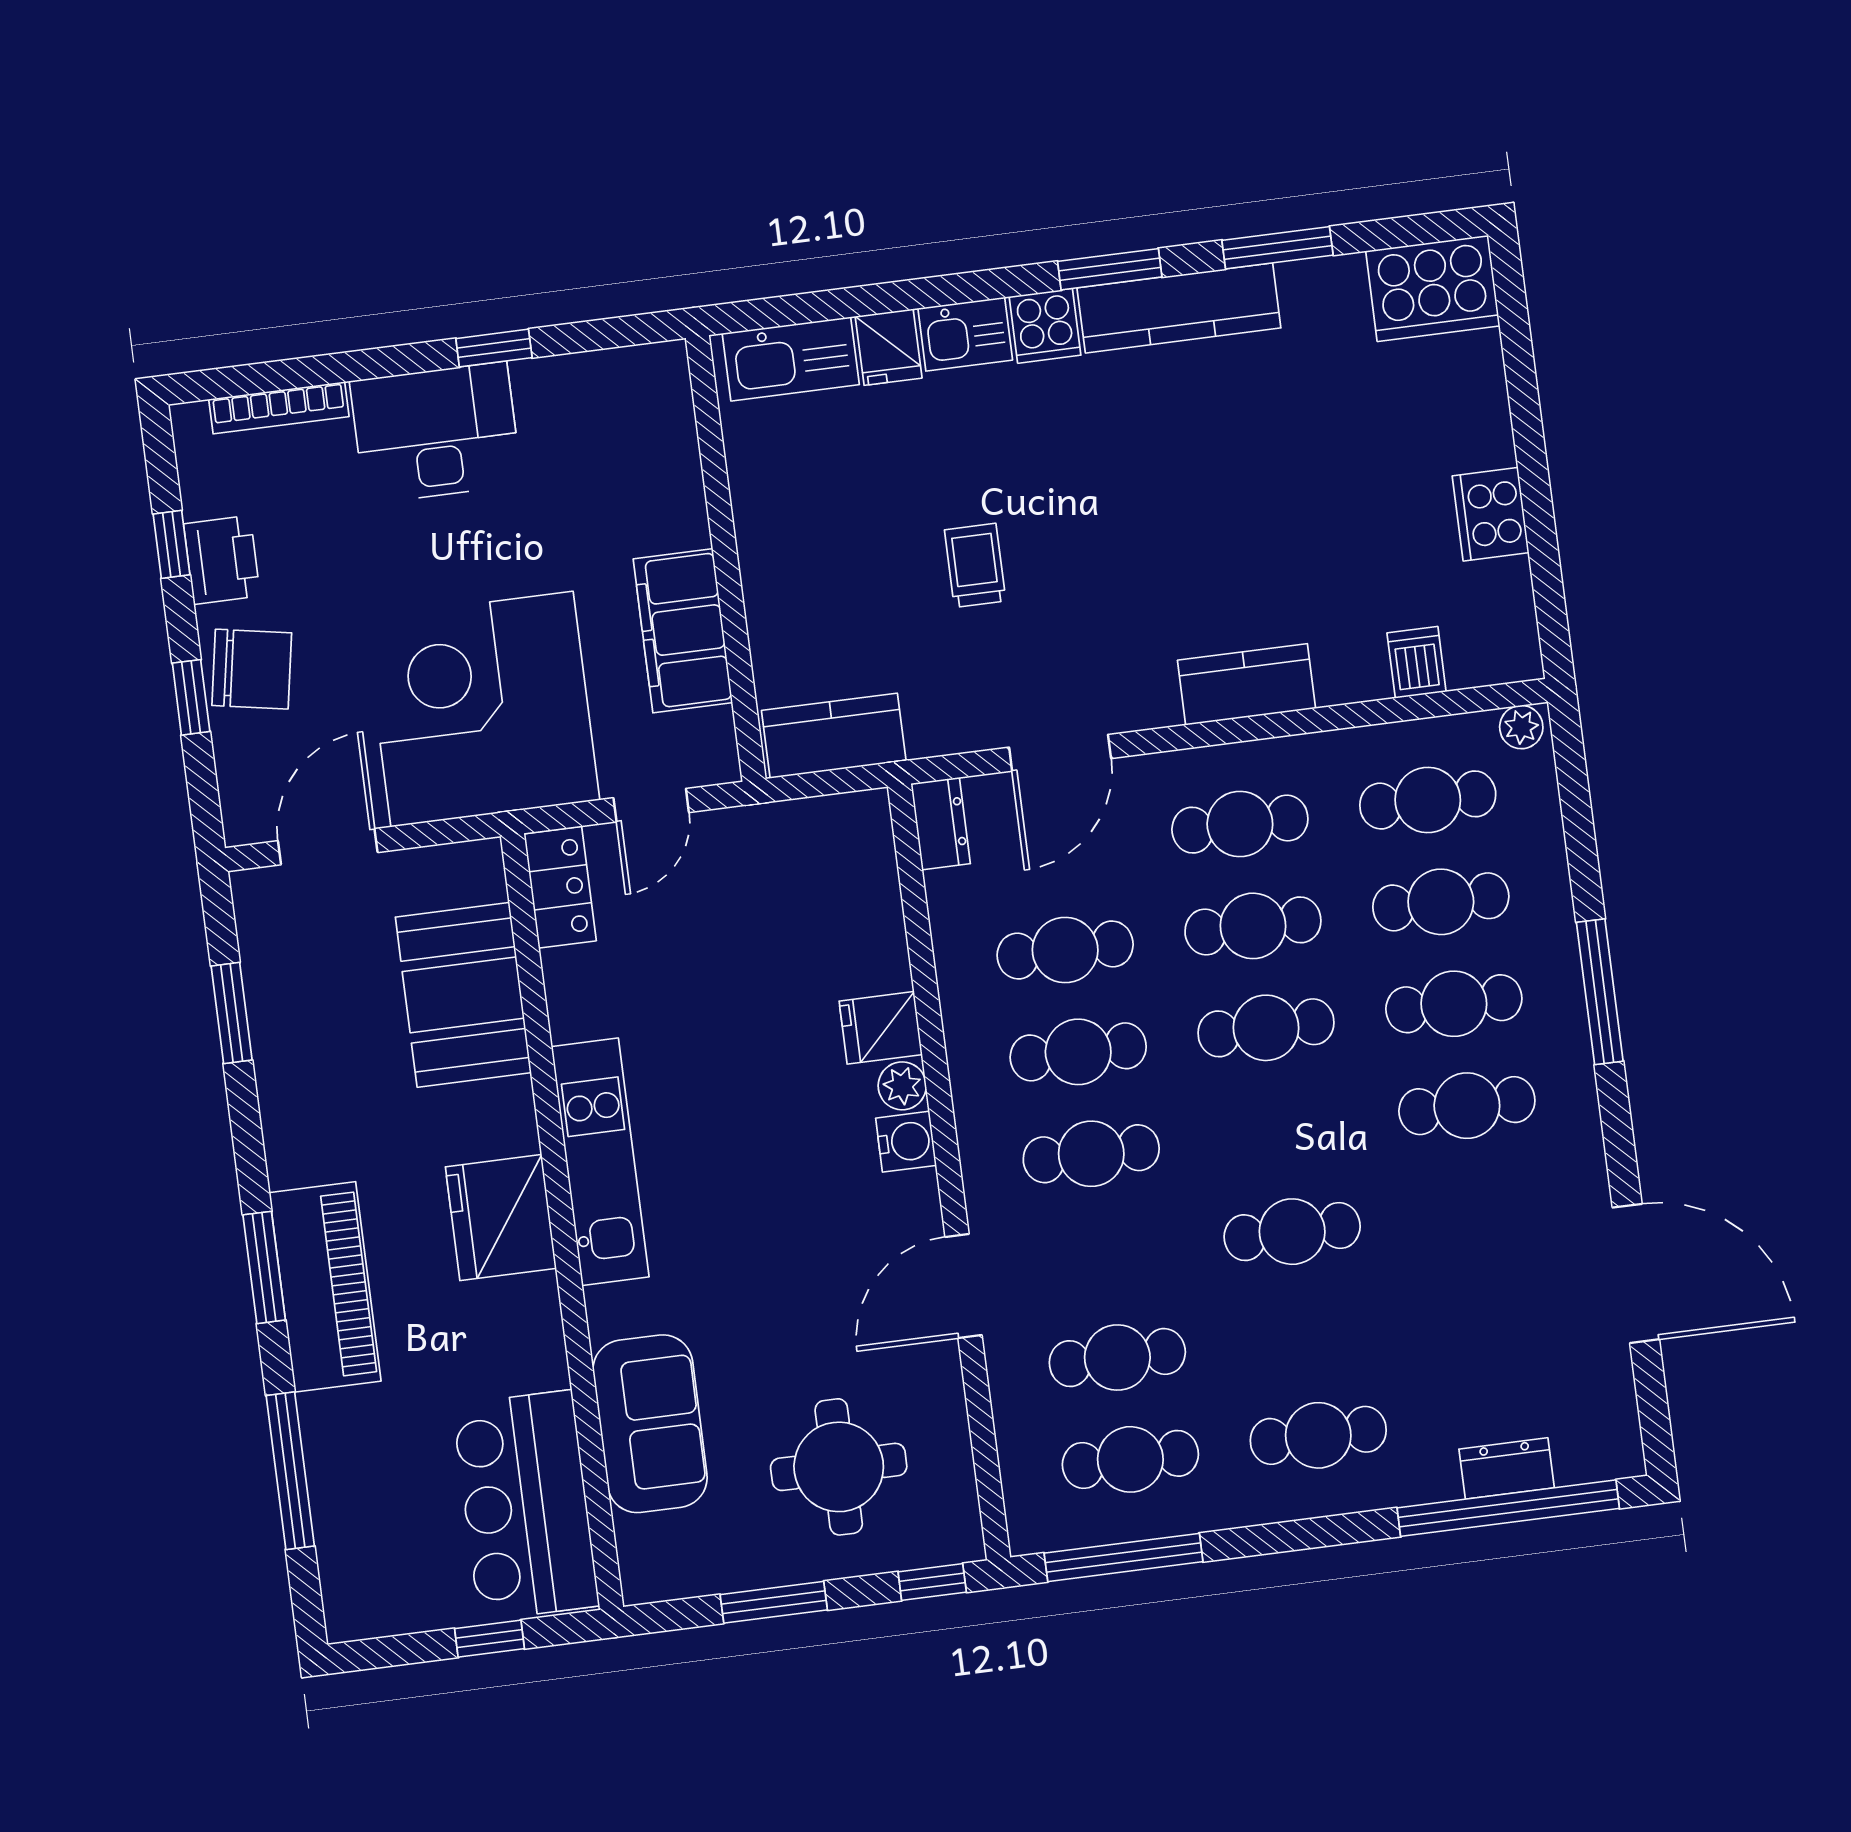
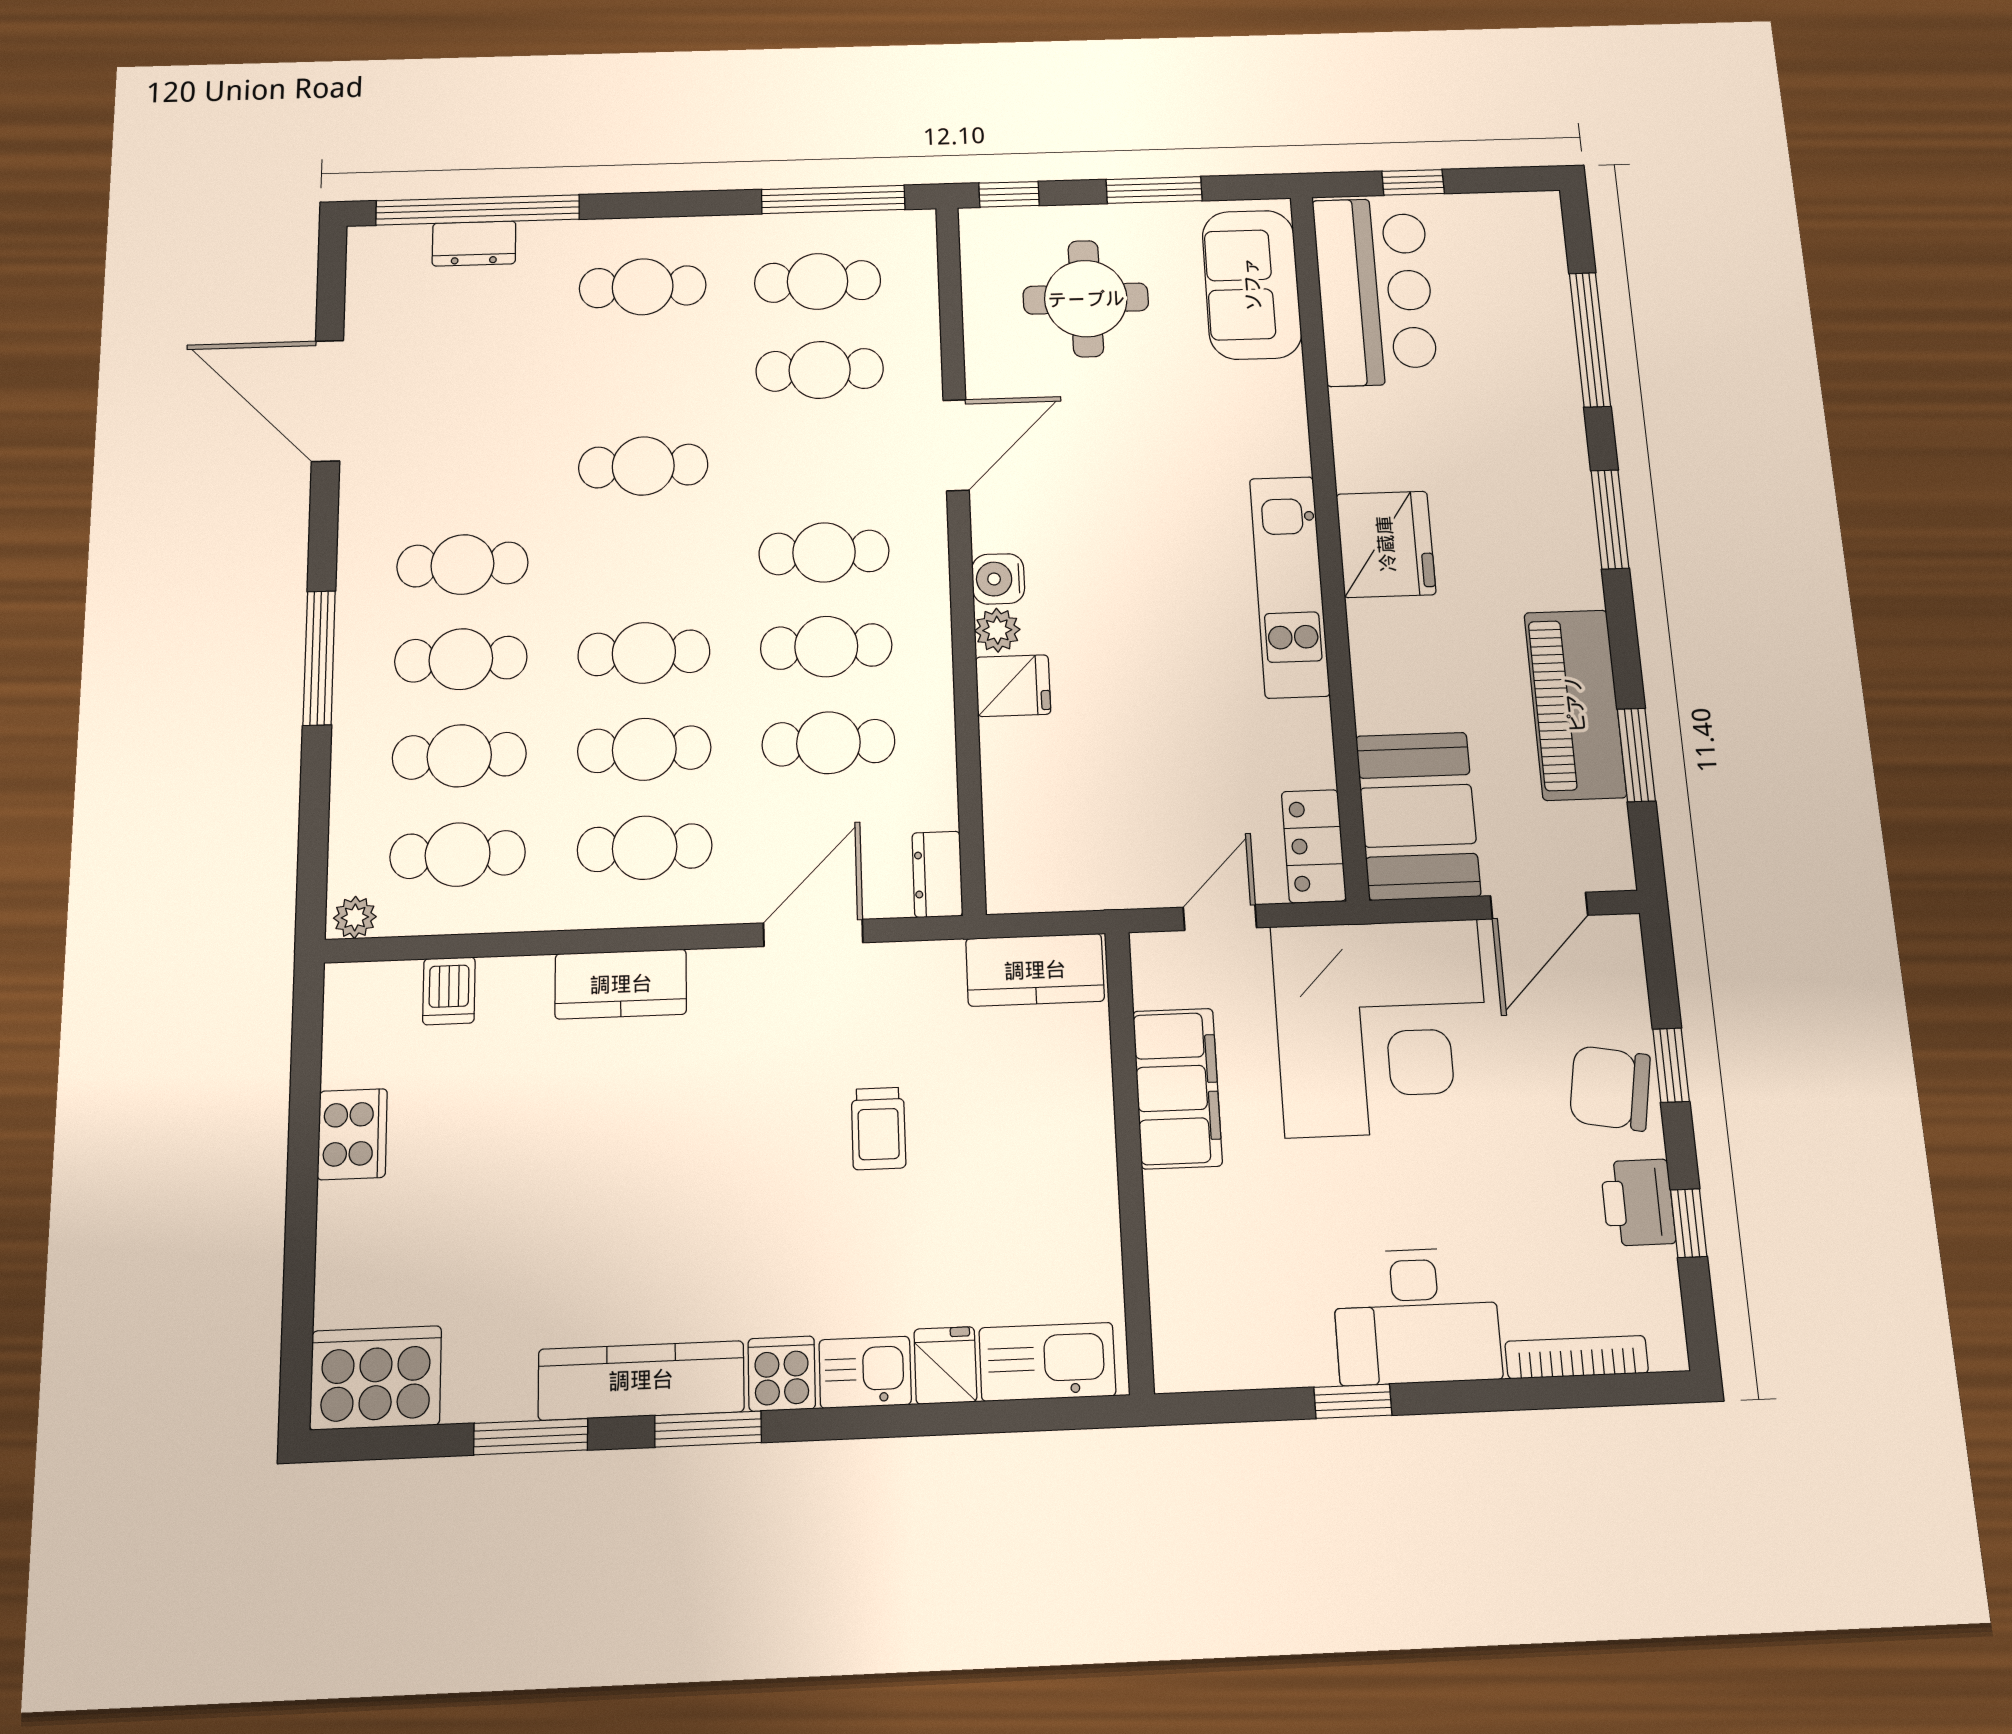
booth: (463, 995) -> (1418, 816), moved
piano: (325, 1287) -> (1575, 704), moved
sofa: (650, 1424) -> (1252, 284), moved

